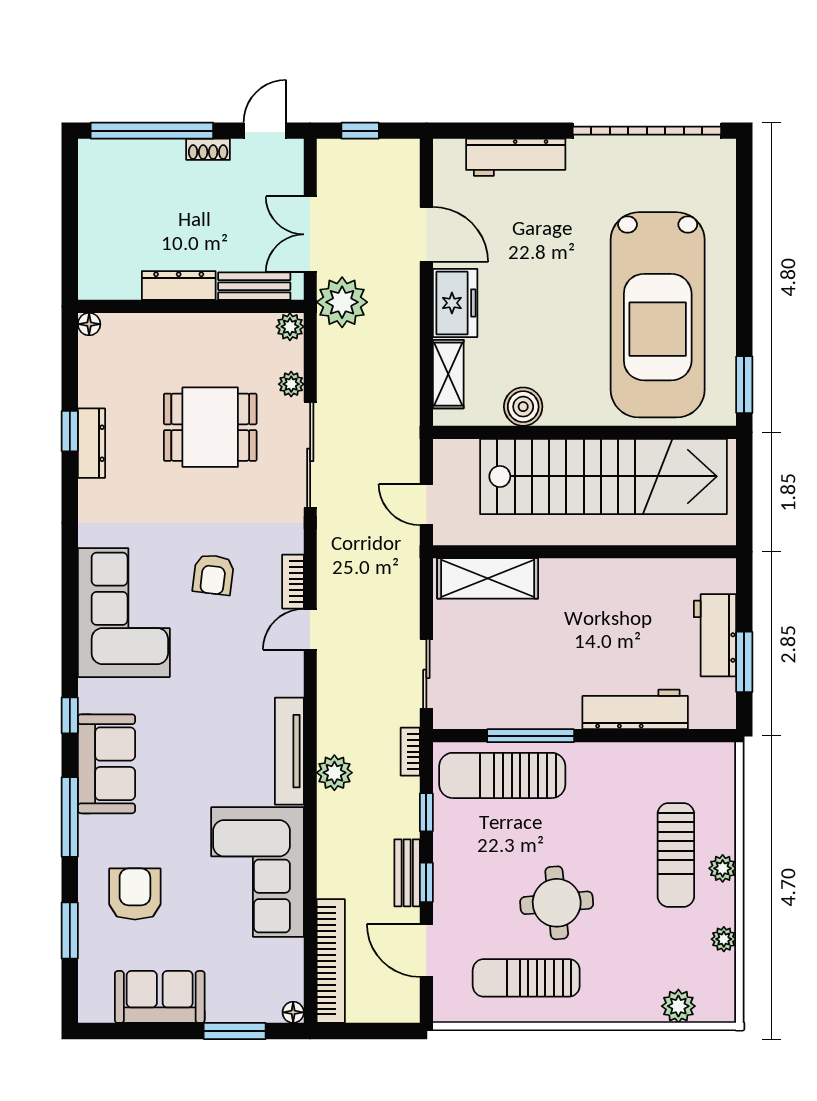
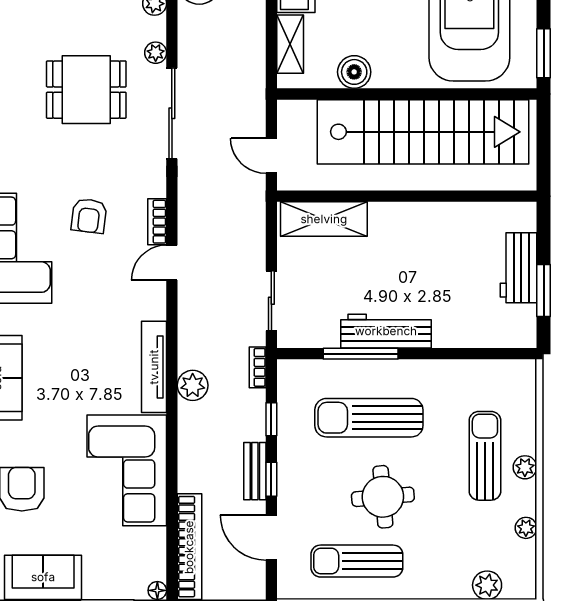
workbench: (635, 709) -> (386, 331), moved
sun lounger: (502, 775) -> (369, 418), moved
sun lounger: (676, 855) -> (485, 456), turned 180

